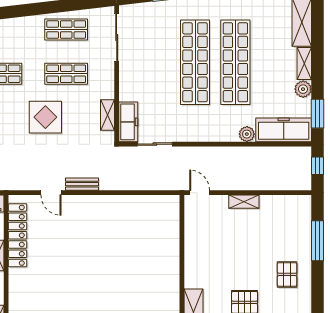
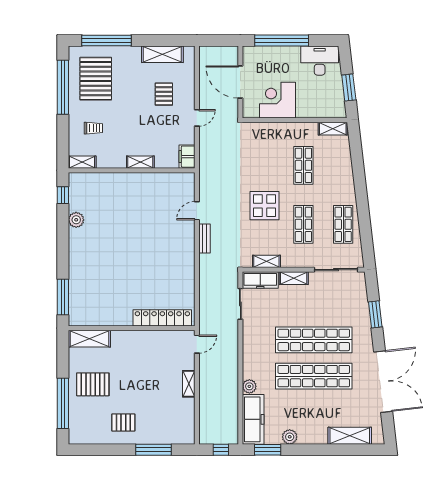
shelving: (304, 63) -> (294, 278), moved
locker: (18, 235) -> (162, 318), moved, turned 180

